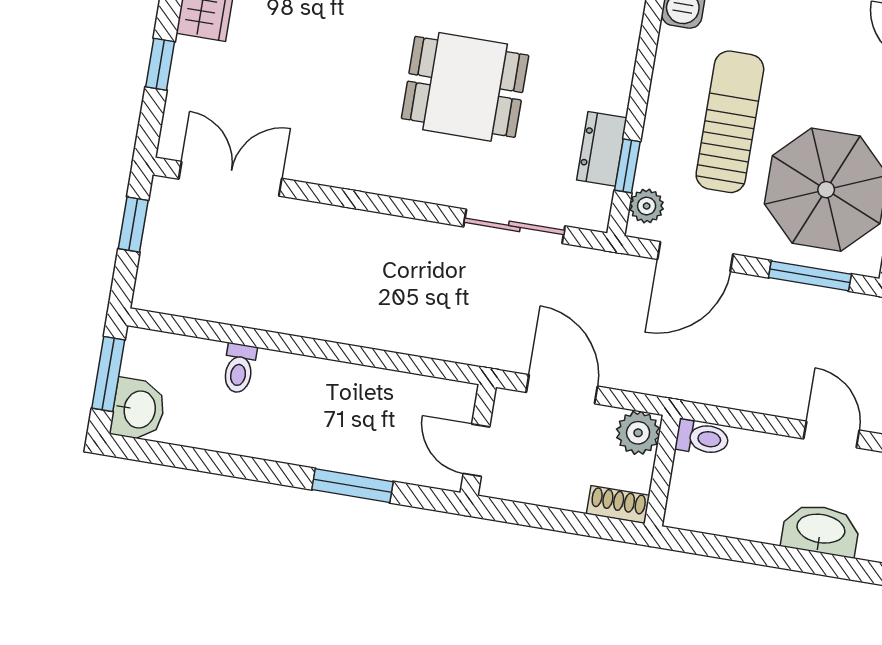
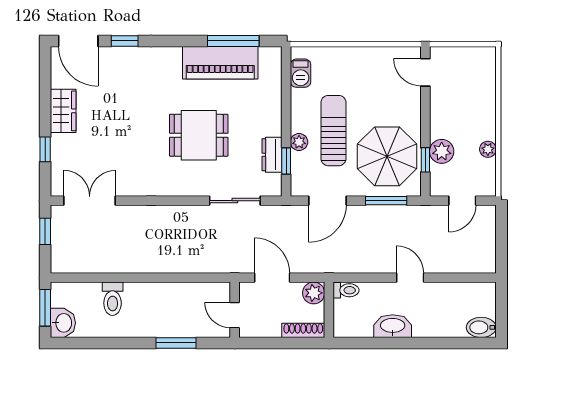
plant: (647, 206) -> (299, 142), moved
toilet: (239, 368) -> (113, 299), width x1.37, depth x1.39
shoe rack: (618, 505) -> (303, 330), width x1.43
washbasin: (821, 530) -> (393, 326), moved

